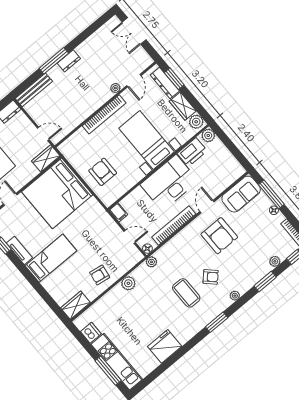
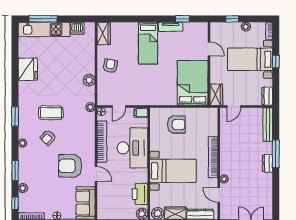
desk: (169, 183) -> (132, 148), moved
bed: (57, 193) -> (193, 83), width x0.73

